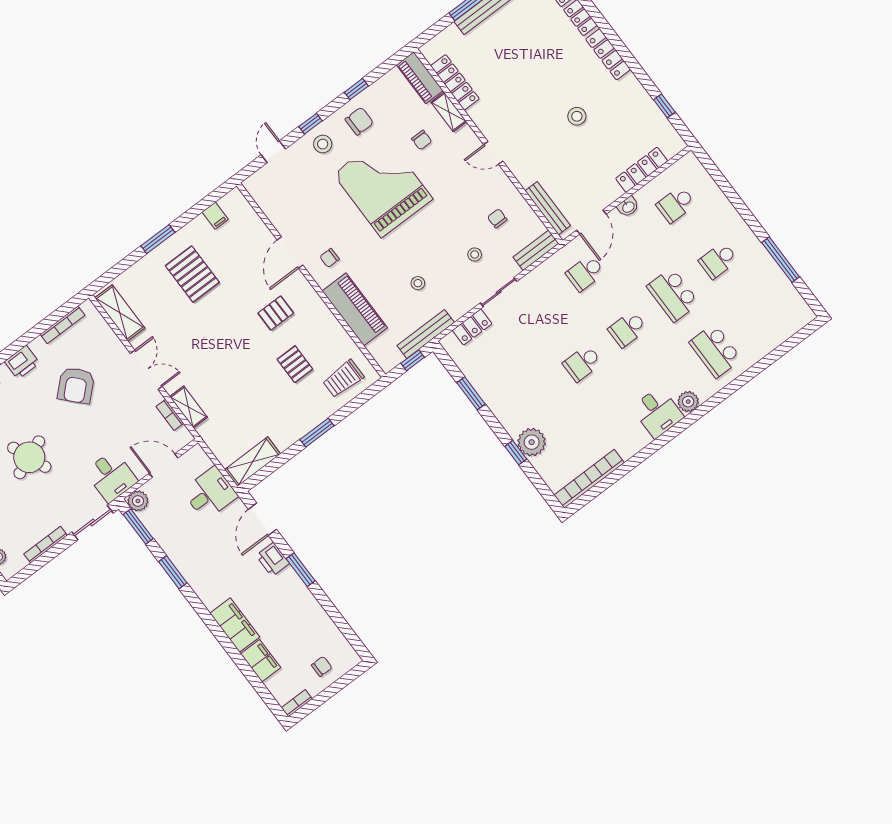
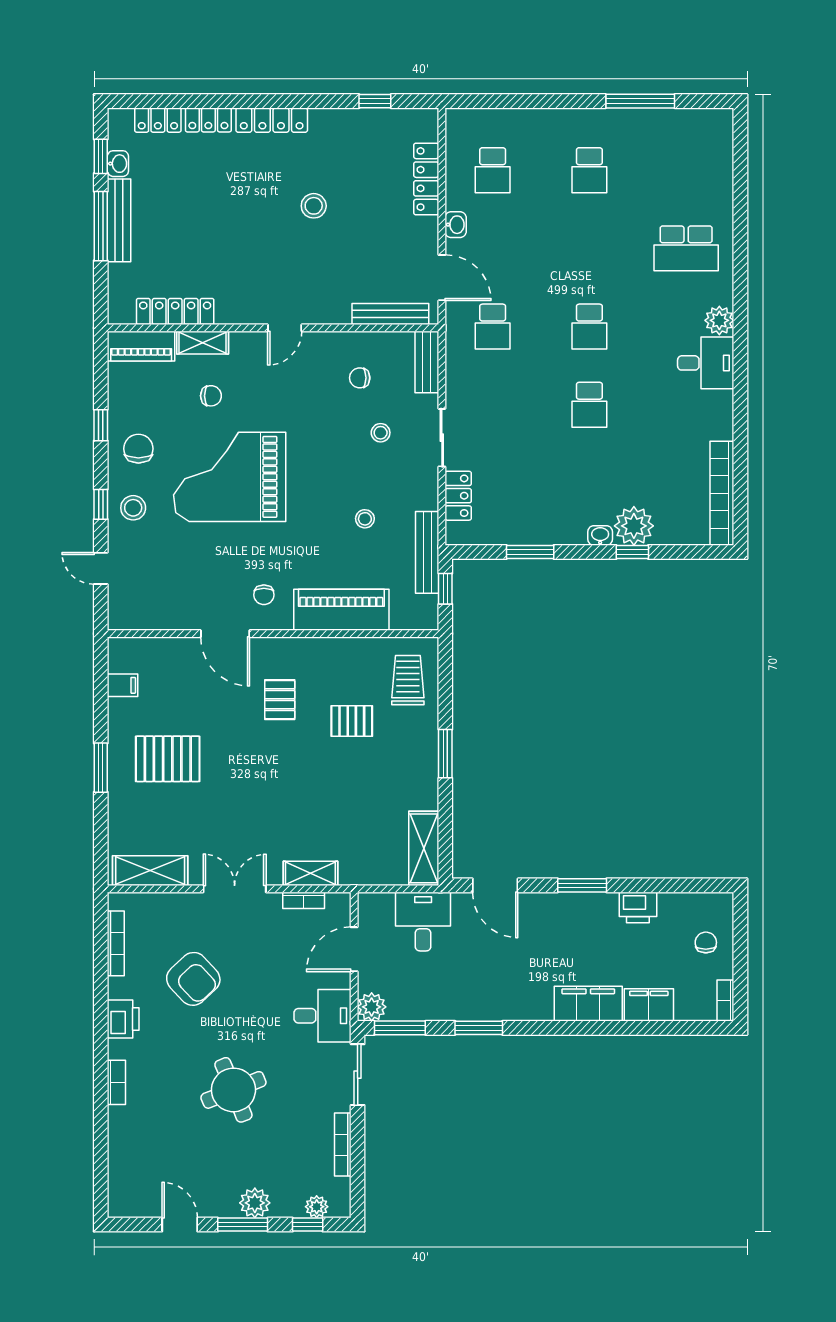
school desk: (673, 295) -> (589, 248), removed
trolley: (343, 379) -> (408, 680), turned 180
washbasin: (511, 427) -> (600, 536), added
printer: (273, 559) -> (638, 907), moved

